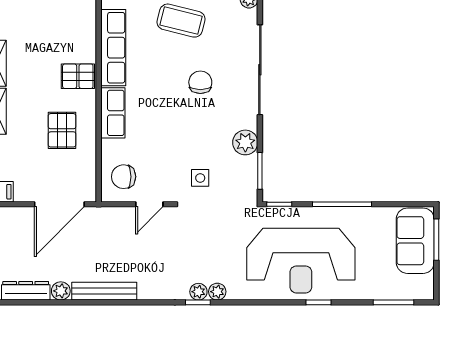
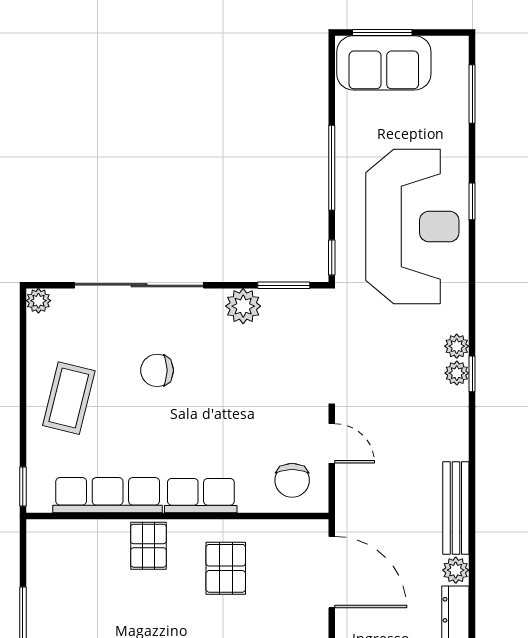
pallet: (62, 130) -> (226, 568), turned 90
side table: (200, 178) -> (294, 371), removed

